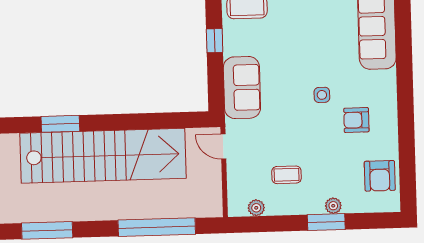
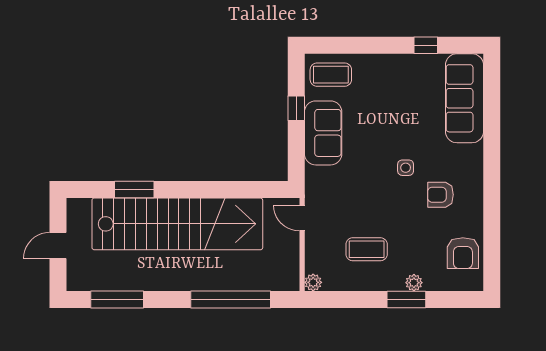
sofa: (242, 88) -> (323, 133), moved
coffee table: (287, 175) -> (367, 249), width x1.36, depth x1.30
plant: (256, 208) -> (313, 282), moved

